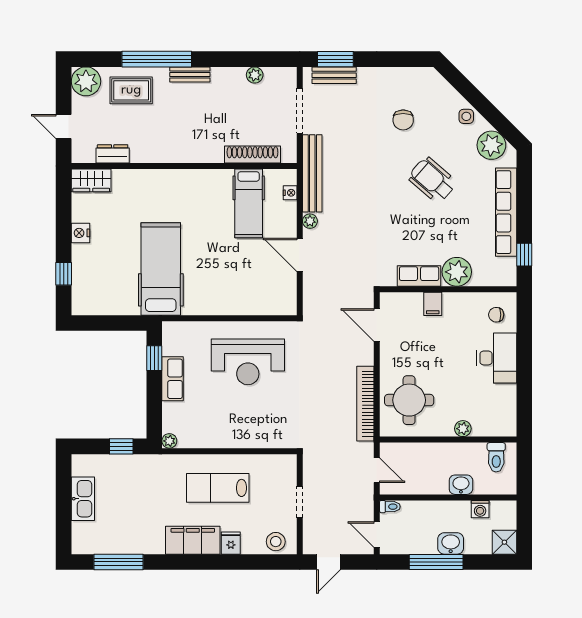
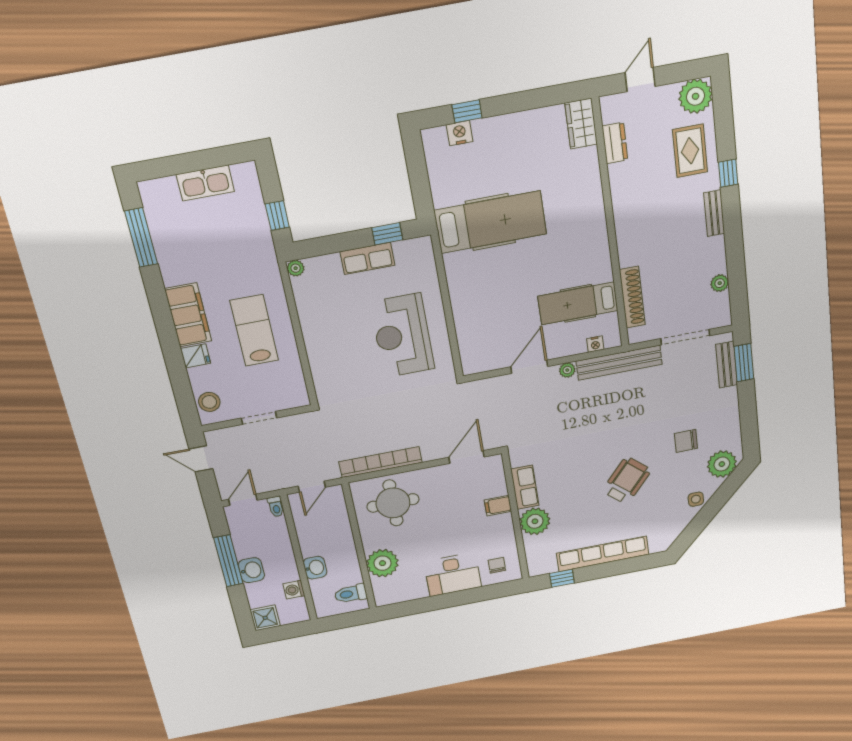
window: (157, 59) -> (728, 173), width x0.32
plant: (491, 145) -> (722, 464), moved
nightstand: (80, 233) -> (460, 133), moved
plant: (463, 429) -> (383, 563), width x1.87, depth x1.87

